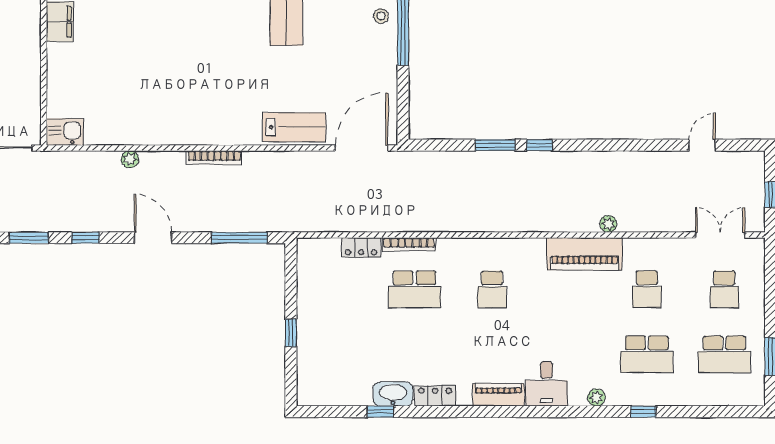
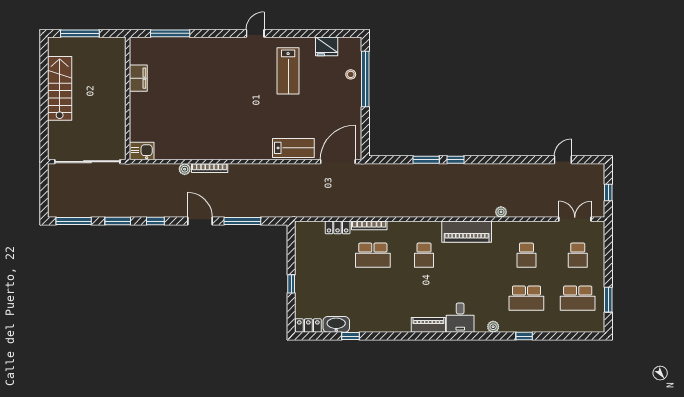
bookcase: (214, 158) -> (210, 168), moved
window: (239, 238) -> (242, 221), moved
piano: (585, 254) -> (467, 232), moved
washbasin: (393, 394) -> (336, 324), moved
locker: (435, 396) -> (308, 326), moved

